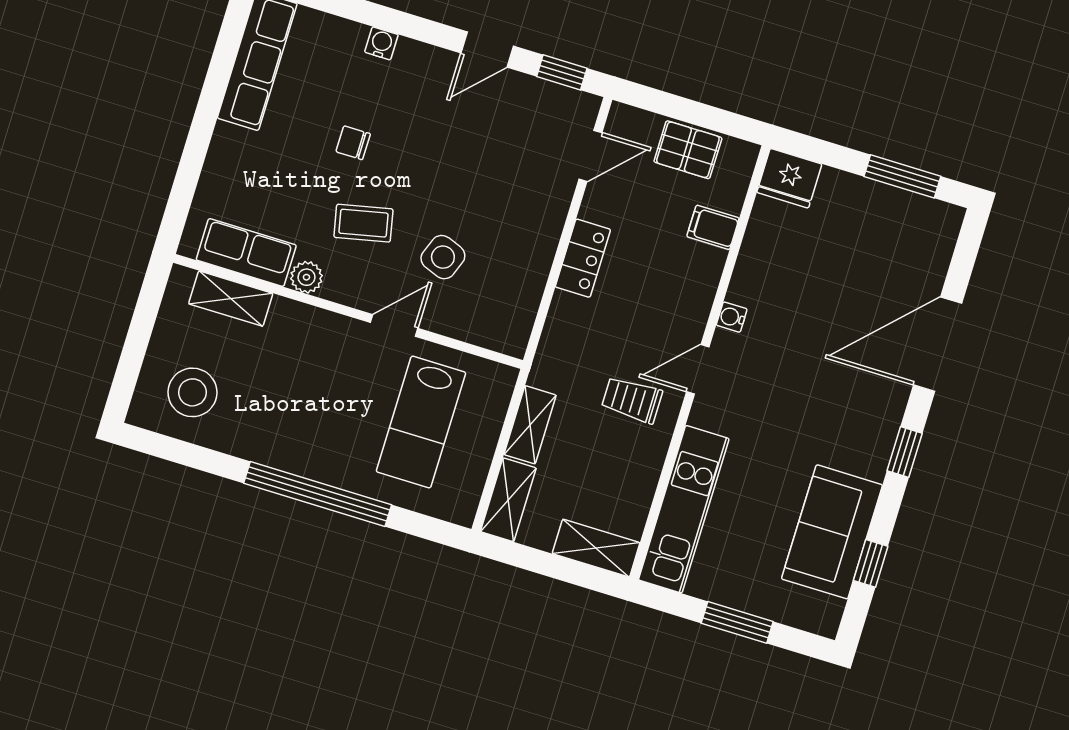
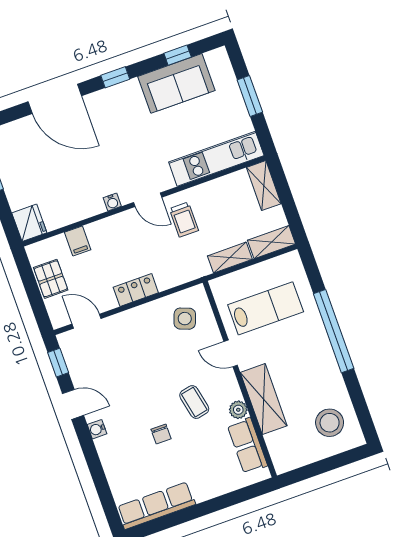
water cooler: (381, 43) -> (97, 429), moved
side table: (443, 257) -> (185, 319), moved
shelving: (231, 299) -> (264, 399), moved, width x1.50, depth x1.33

